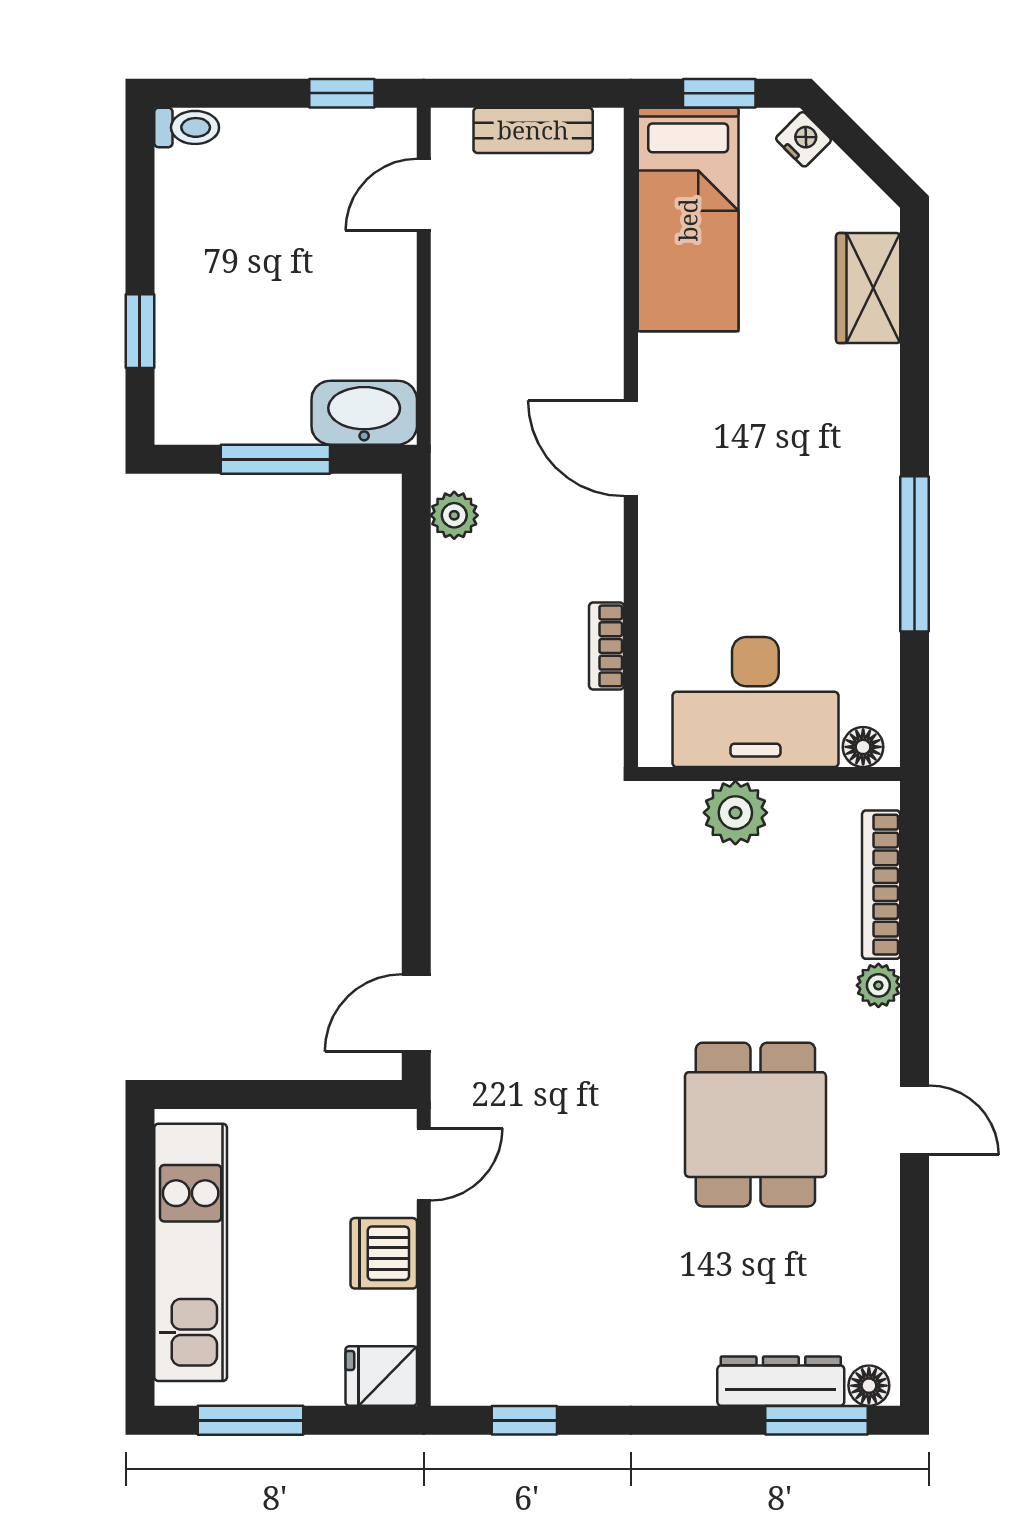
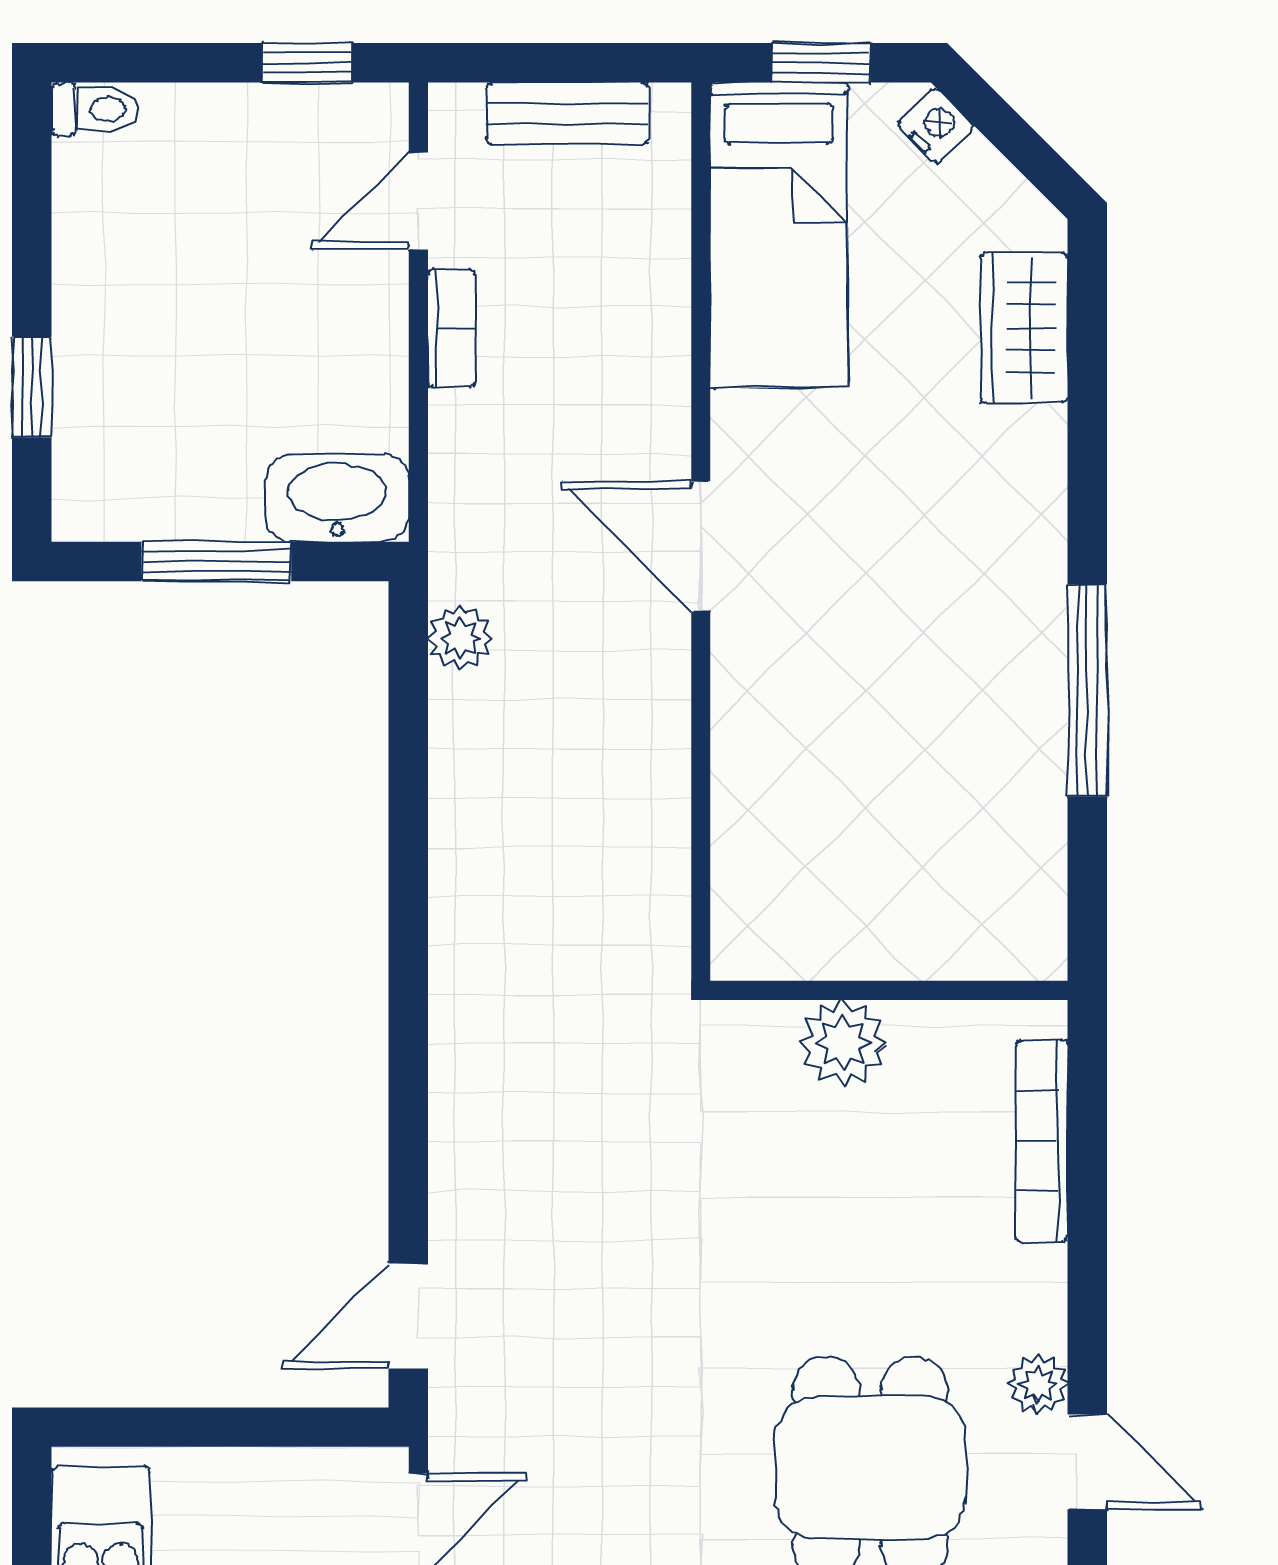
bookcase: (607, 646) -> (452, 328), moved, turned 180
desk: (755, 702) -> (870, 892), removed
floor lamp: (863, 747) -> (1017, 953), removed
plant: (878, 985) -> (1038, 1384), moved

